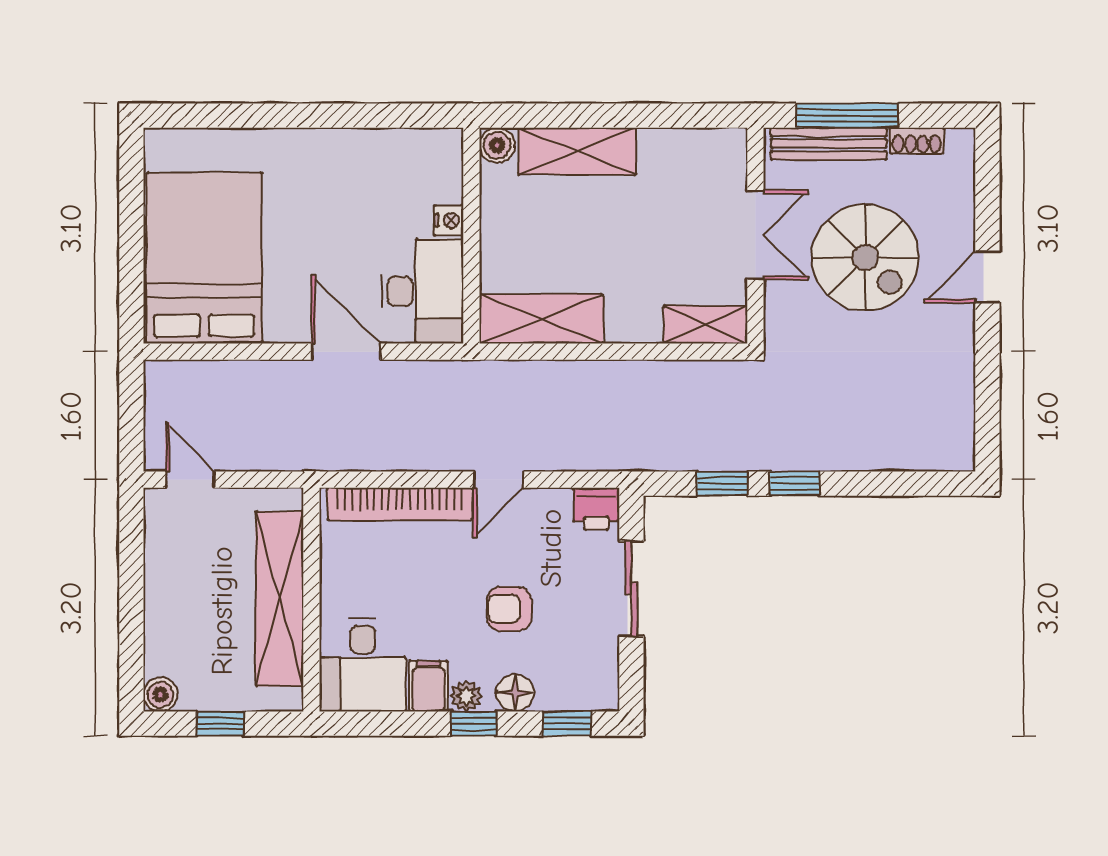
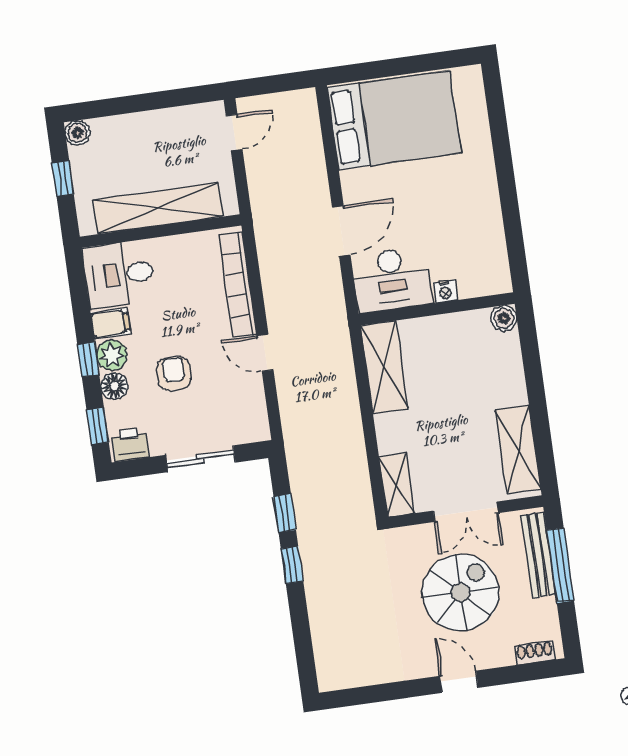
shoe rack: (917, 141) -> (535, 653), moved, turned 90
shelving: (577, 151) -> (518, 450), moved
spiral stairs: (865, 258) -> (461, 592), turned 180
printer: (596, 509) -> (130, 445), moved, turned 90
plant: (466, 696) -> (112, 355), width x1.38, depth x1.38

